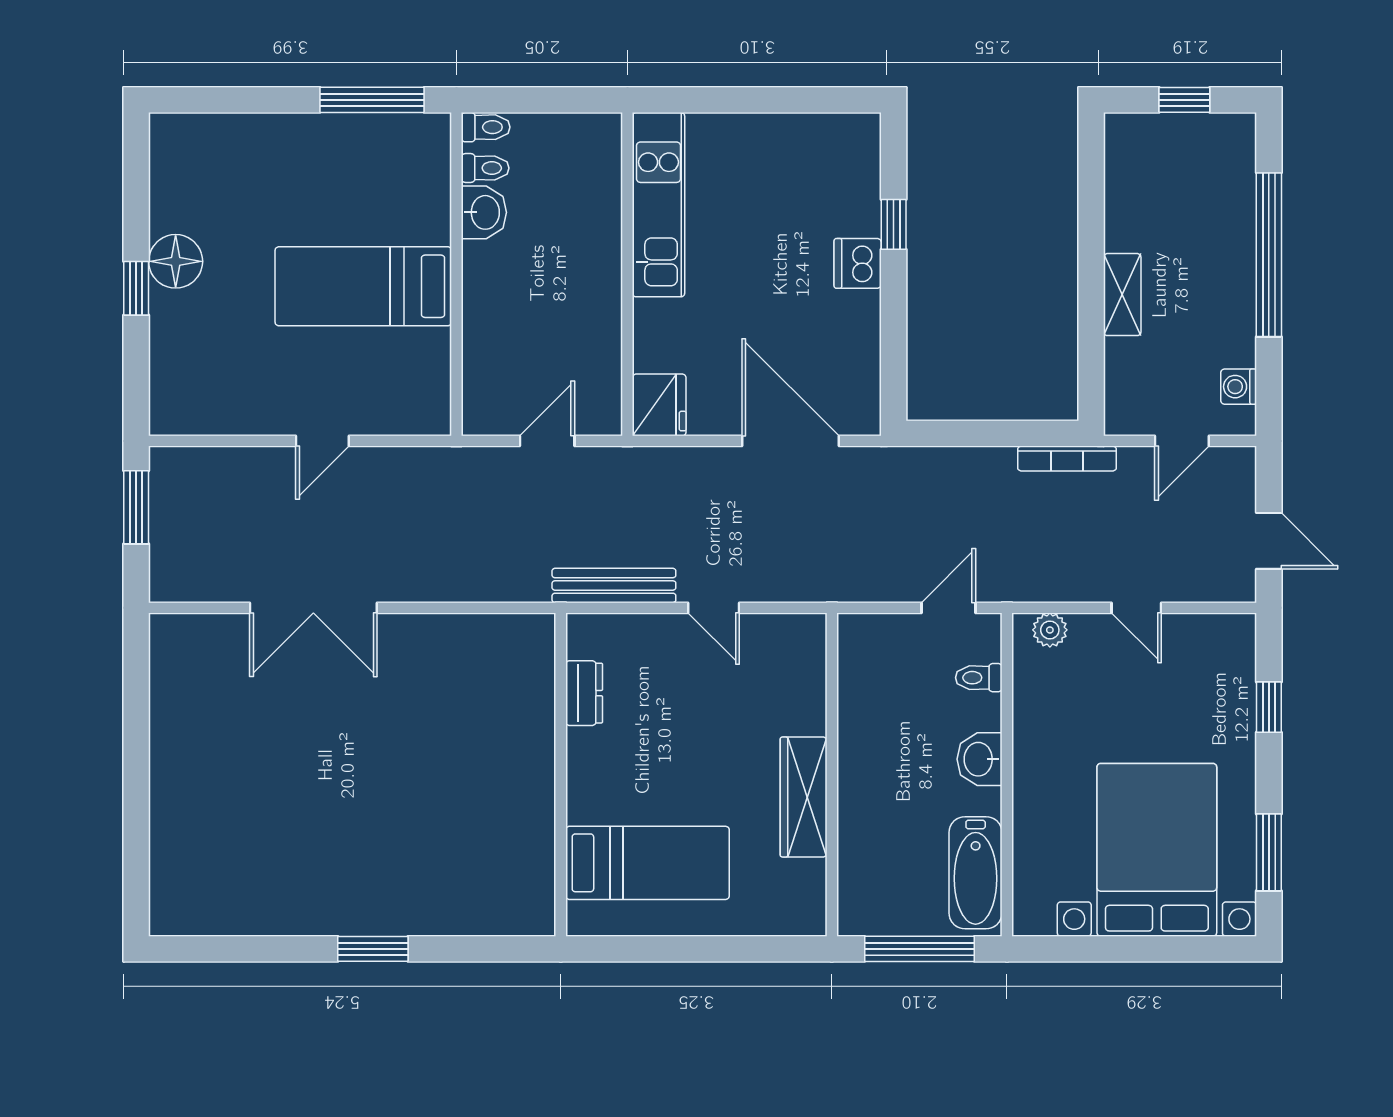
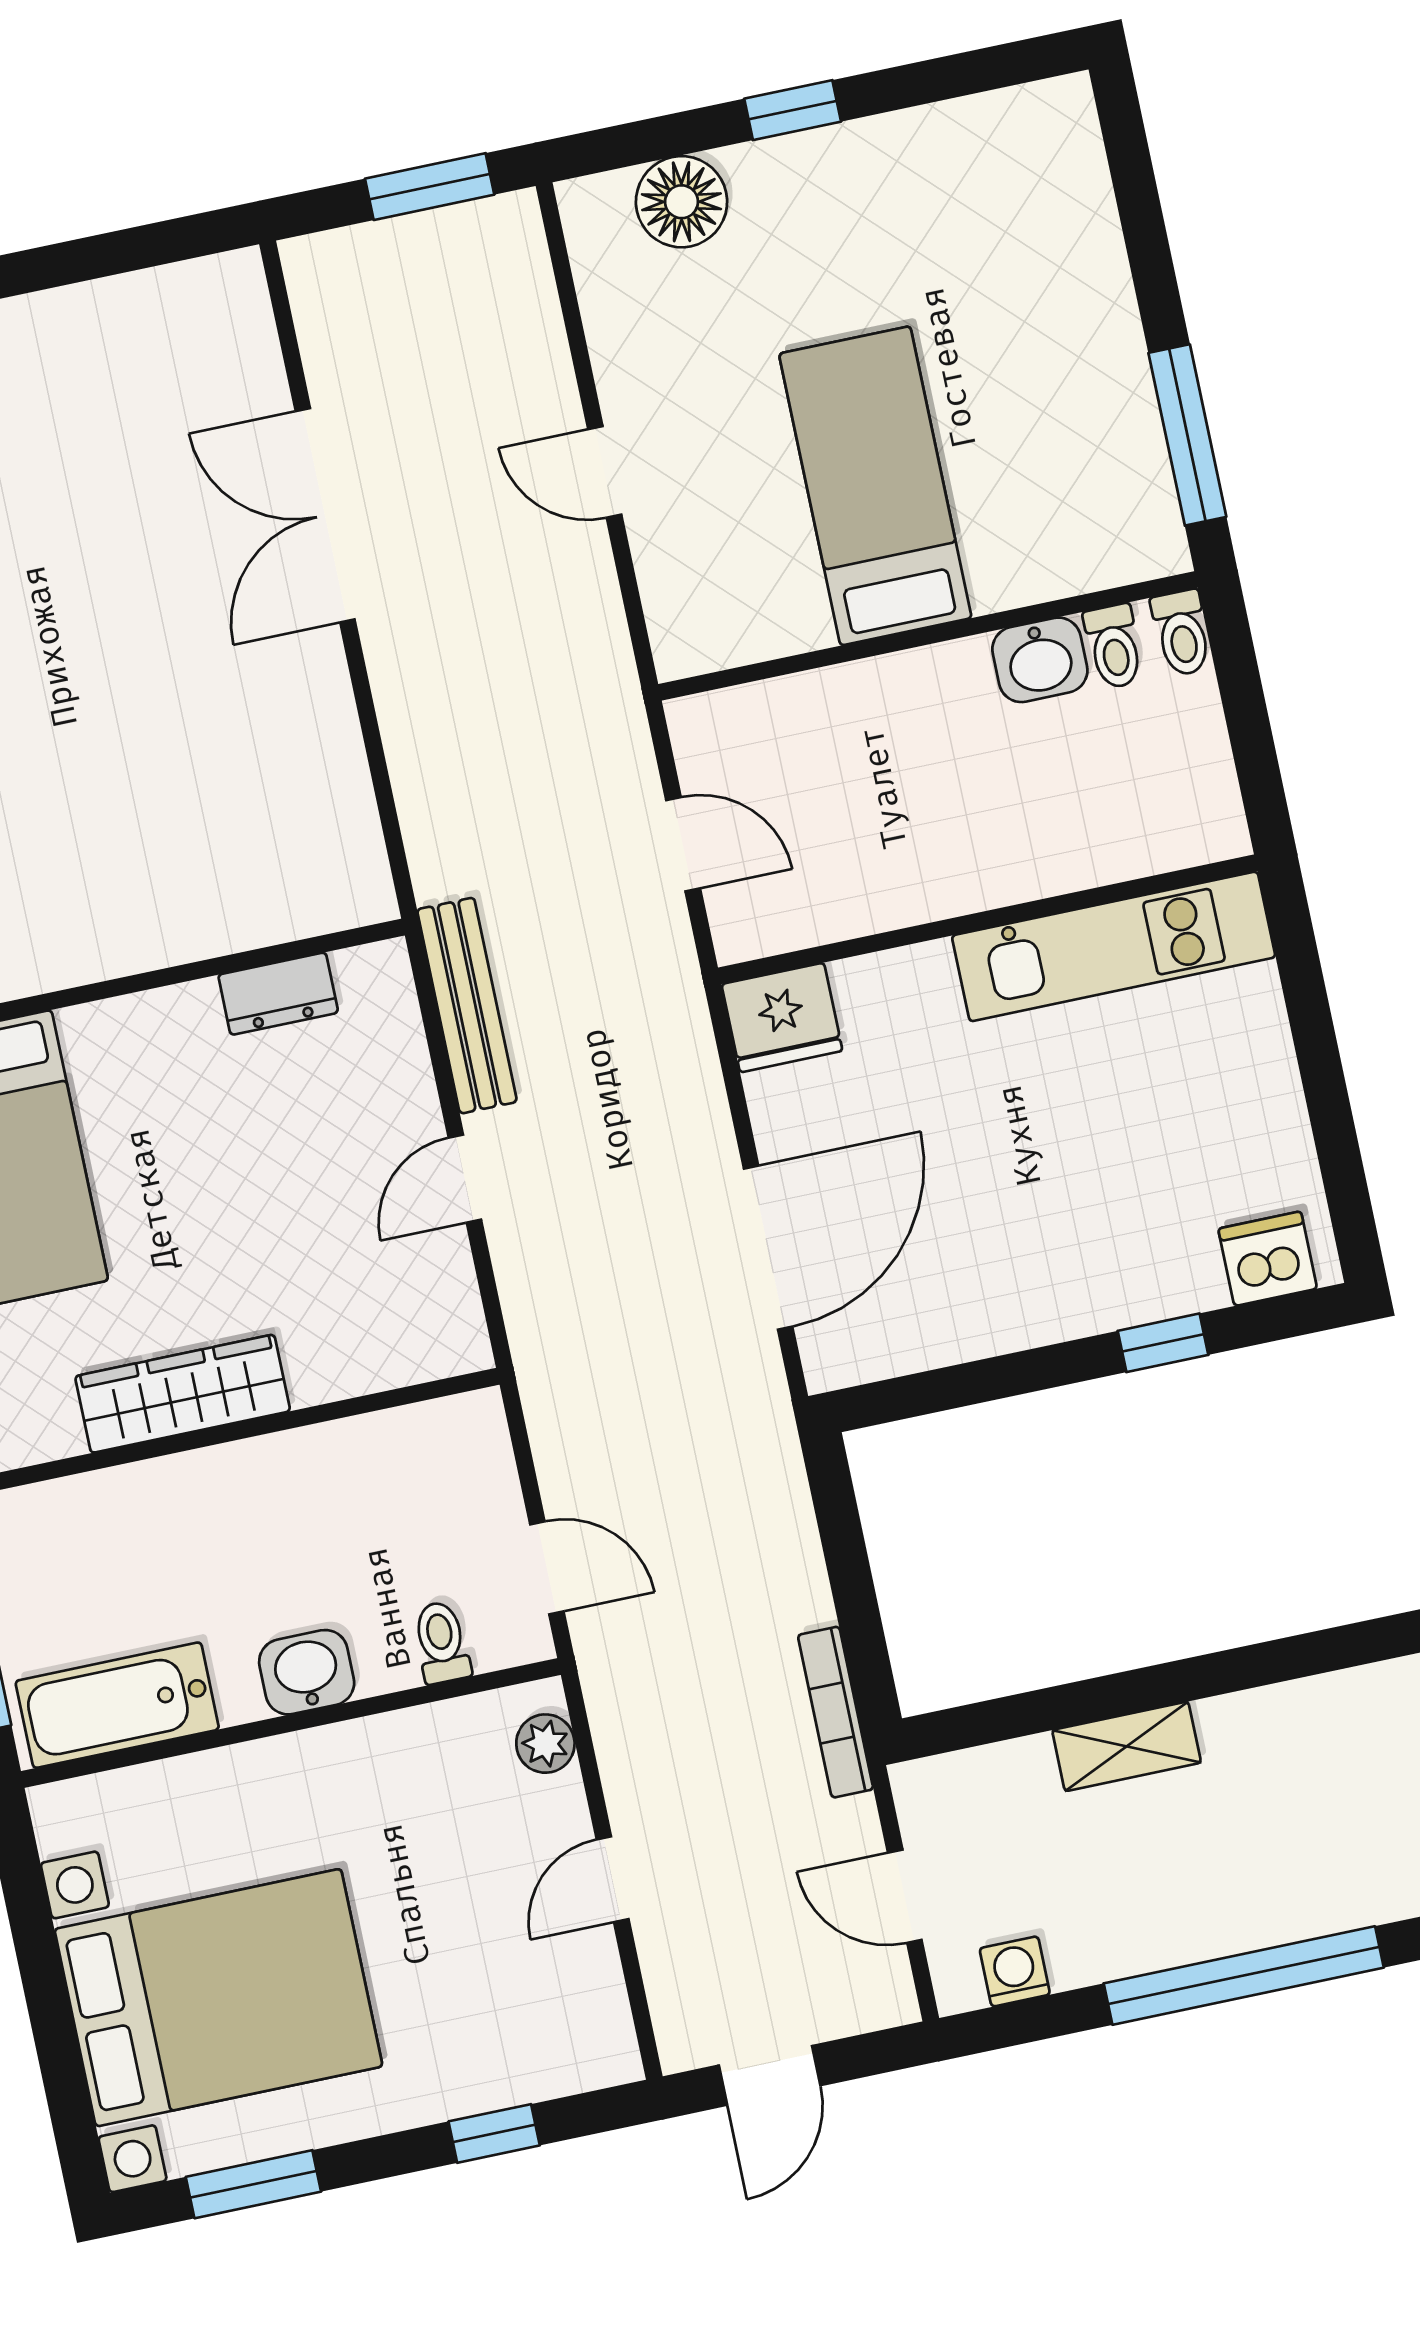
floor lamp: (176, 261) -> (682, 202), moved
dishwasher: (858, 263) -> (1268, 1259), moved

